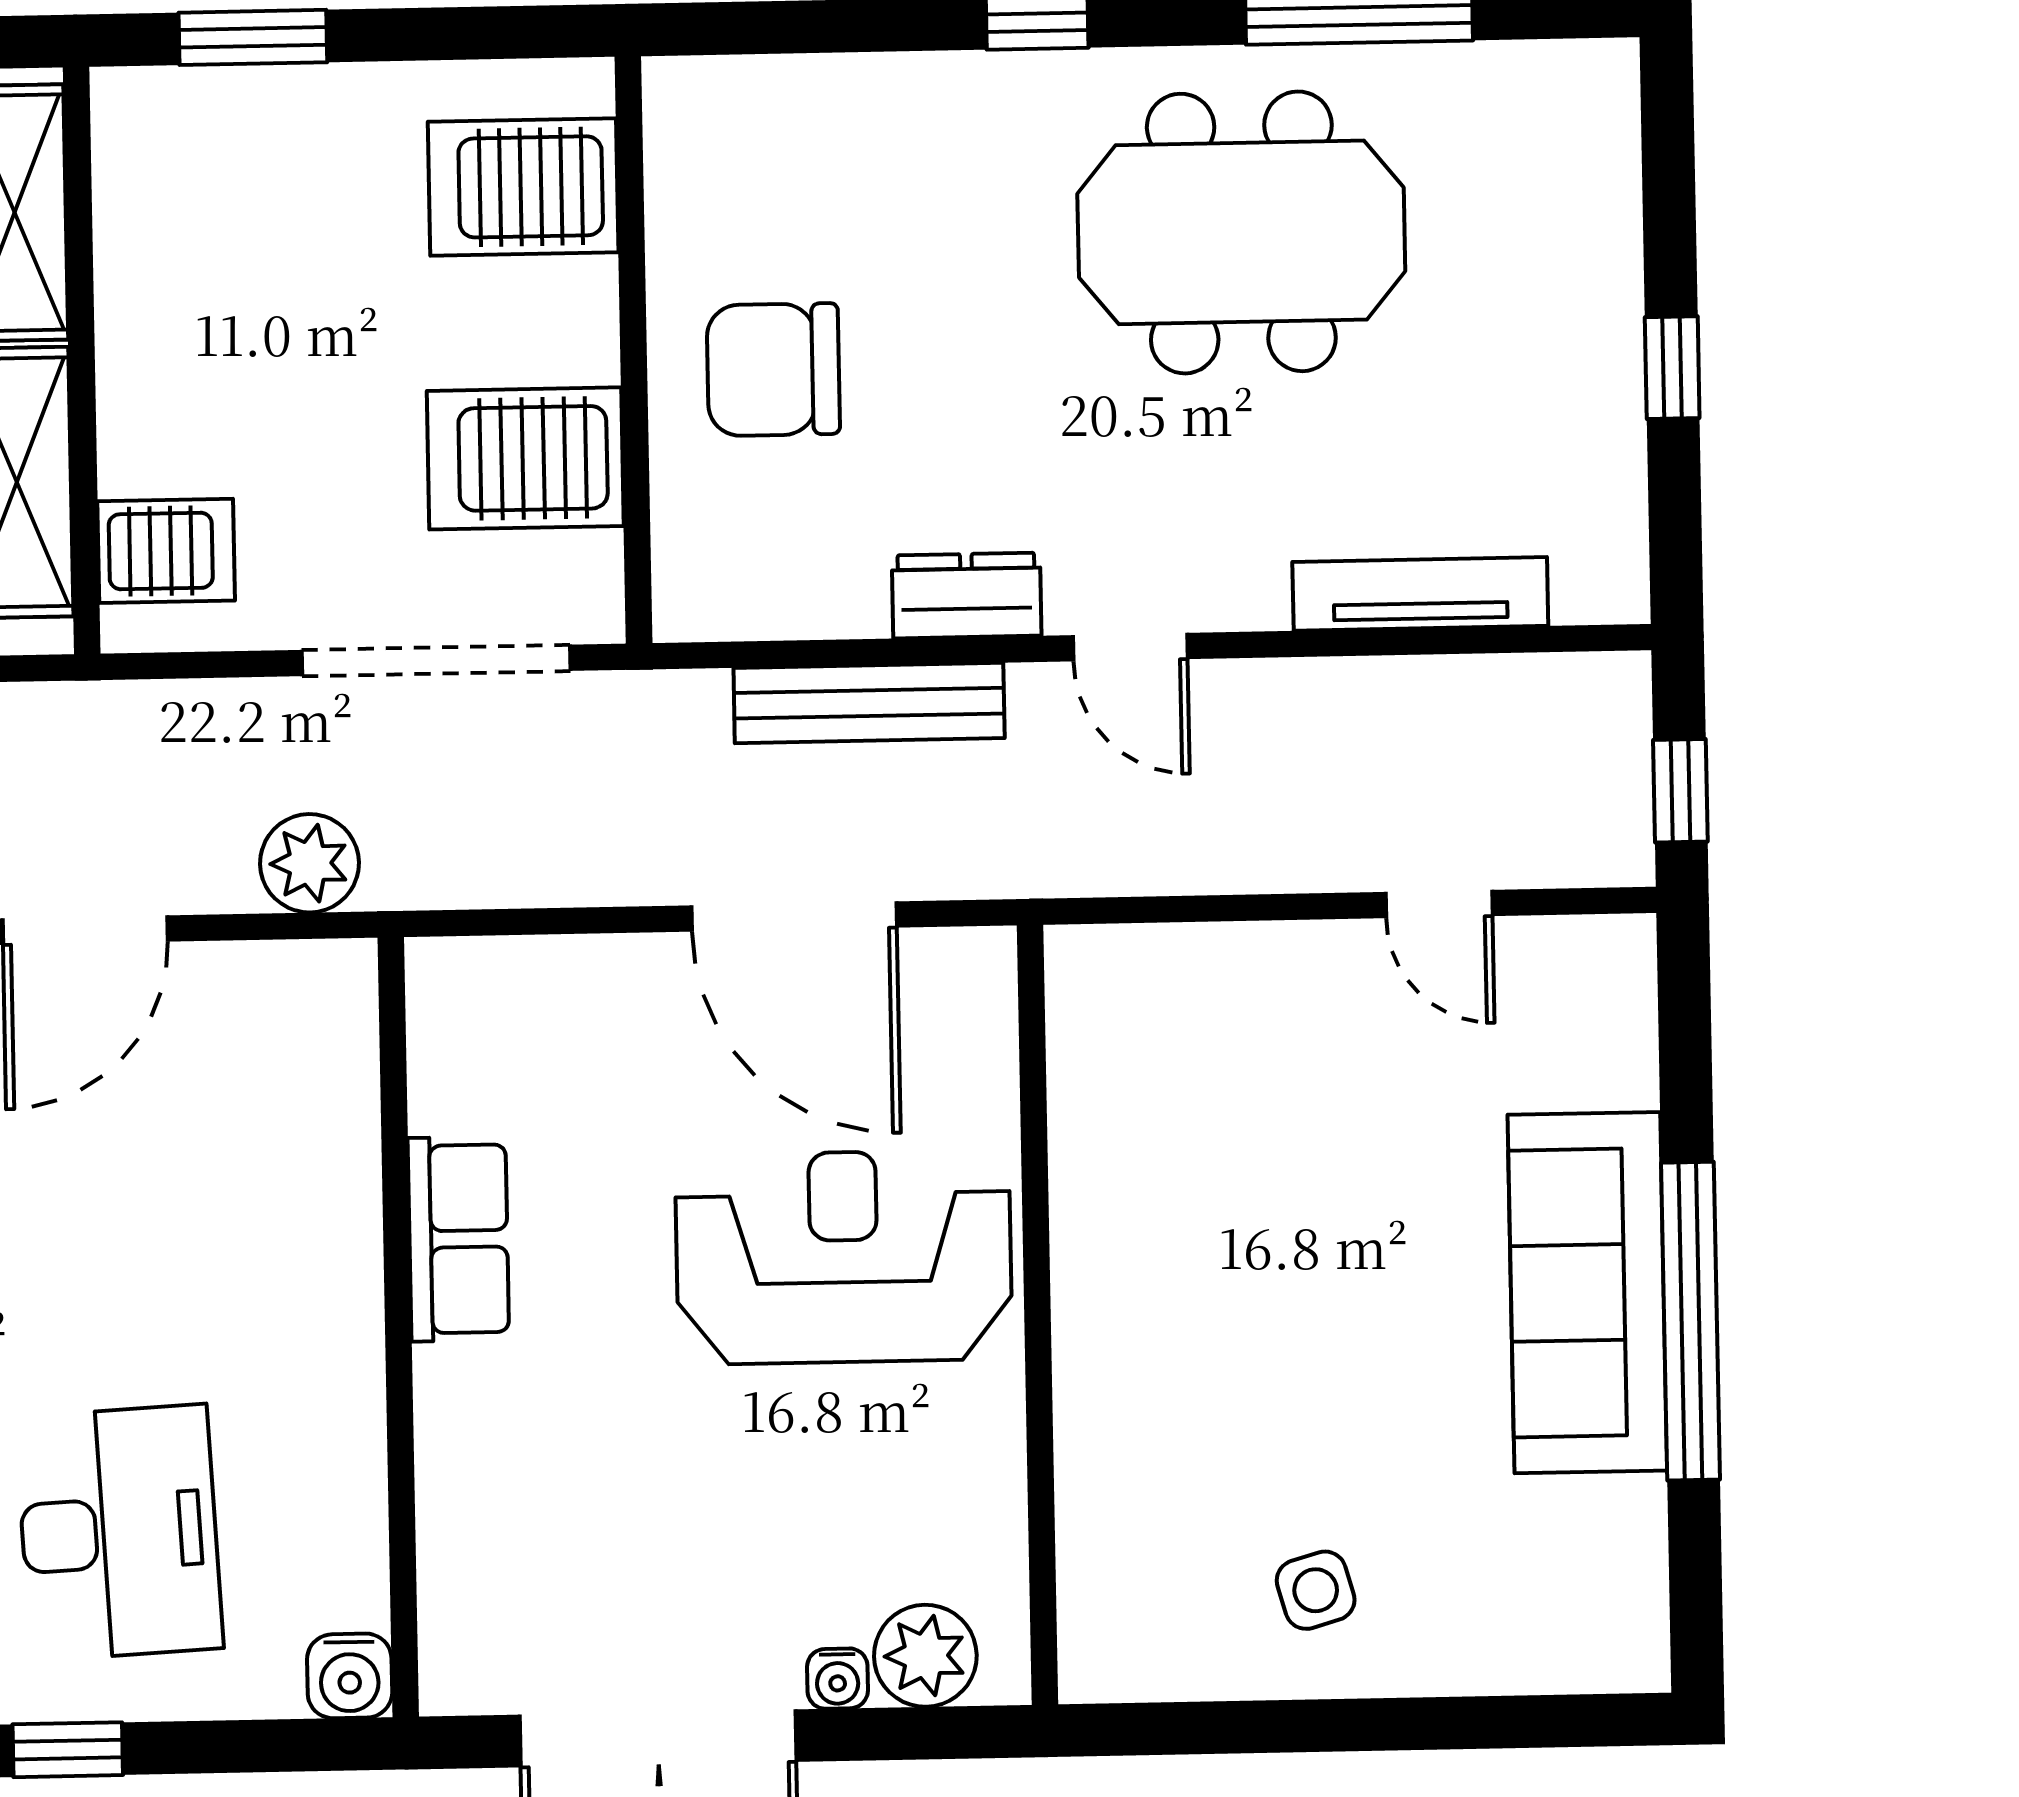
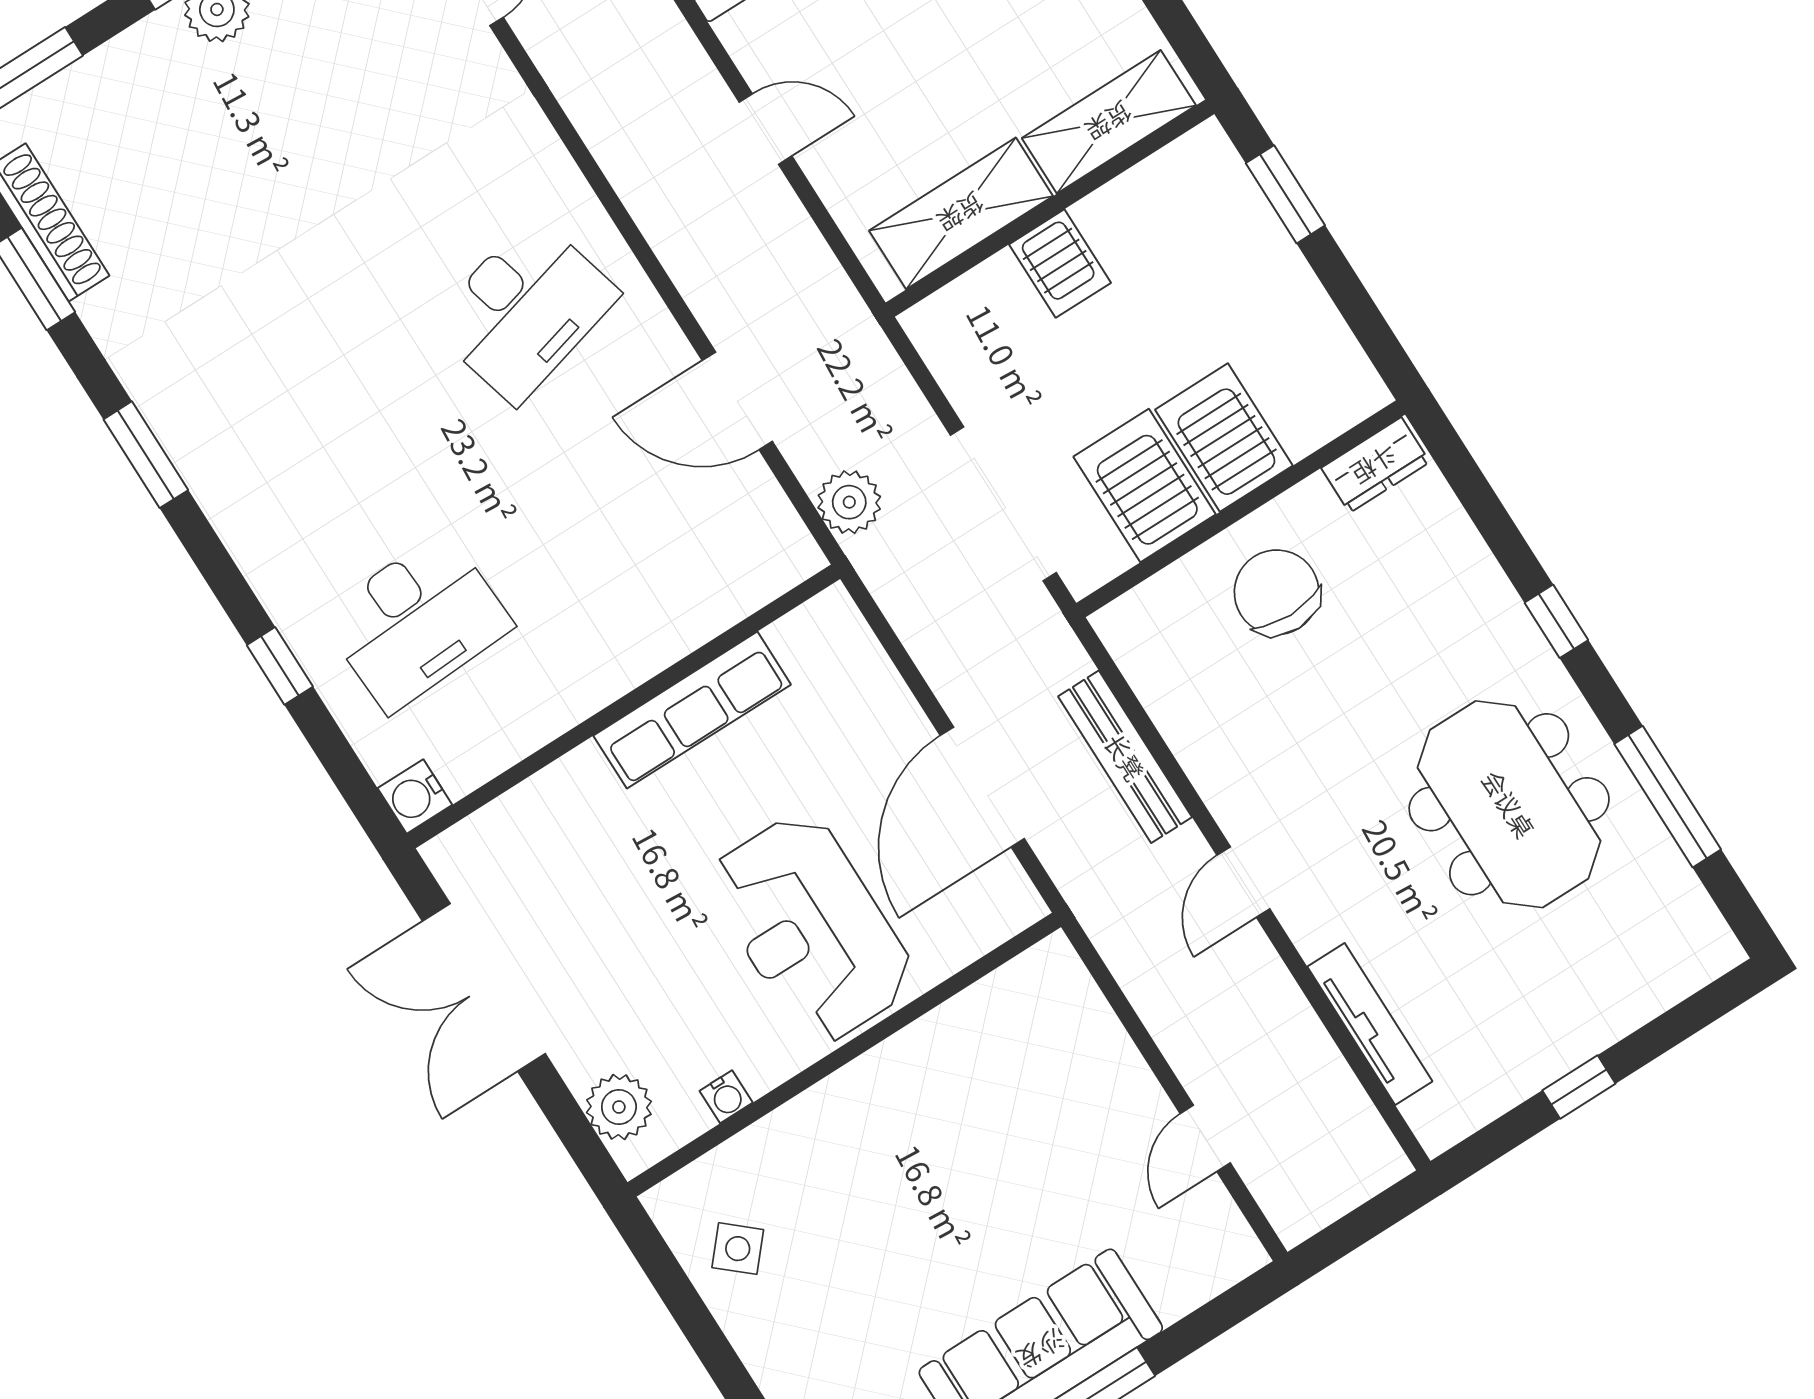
server rack: (523, 187) -> (1224, 438), moved
server rack: (166, 551) -> (1060, 264), moved
dresser: (967, 595) -> (1375, 465), moved, turned 90
window: (1680, 791) -> (1348, 1233), removed
row of seats: (458, 1239) -> (692, 710), width x1.48
reception desk: (844, 1257) -> (811, 928), turned 180
side table: (1316, 1590) -> (738, 1249), moved, turned -33
water cooler: (838, 1679) -> (726, 1097), moved, turned -90

